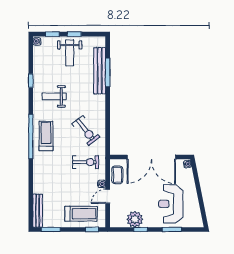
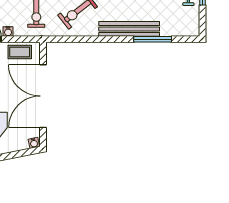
bench: (100, 71) -> (129, 29), moved

